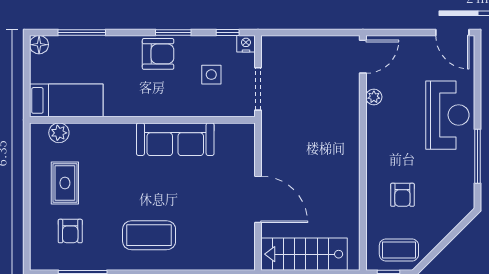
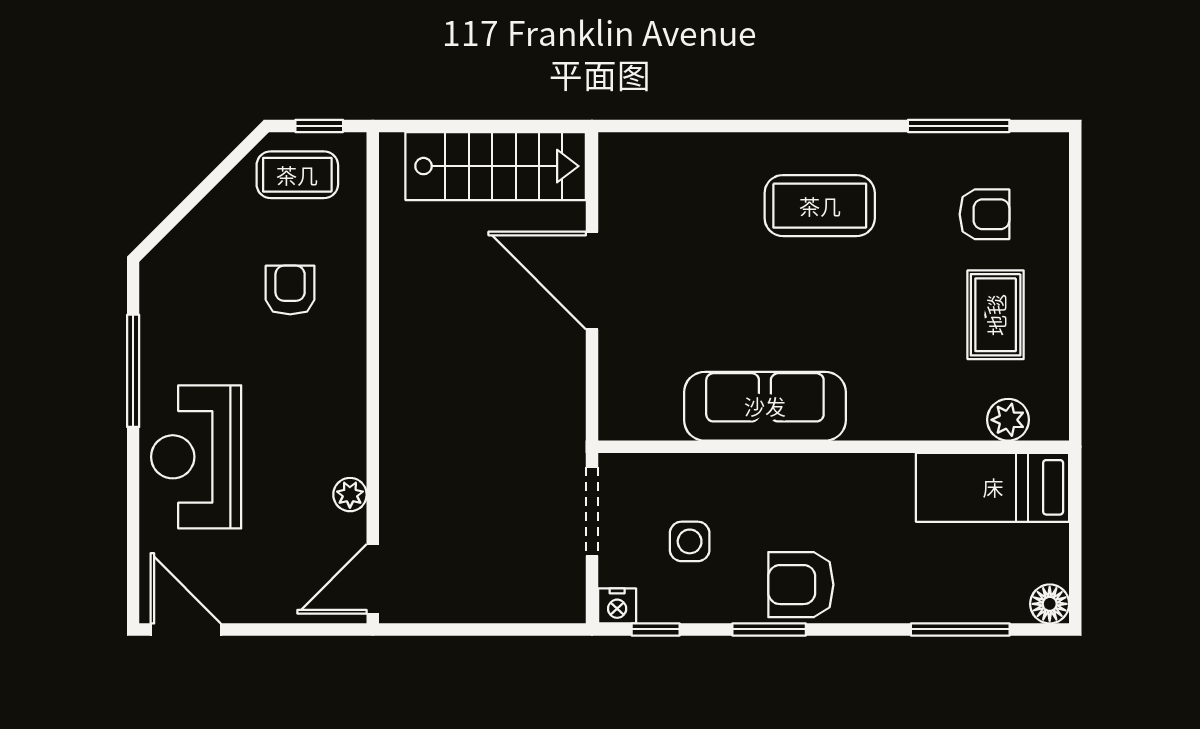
armchair: (70, 231) -> (984, 214), turned 90

